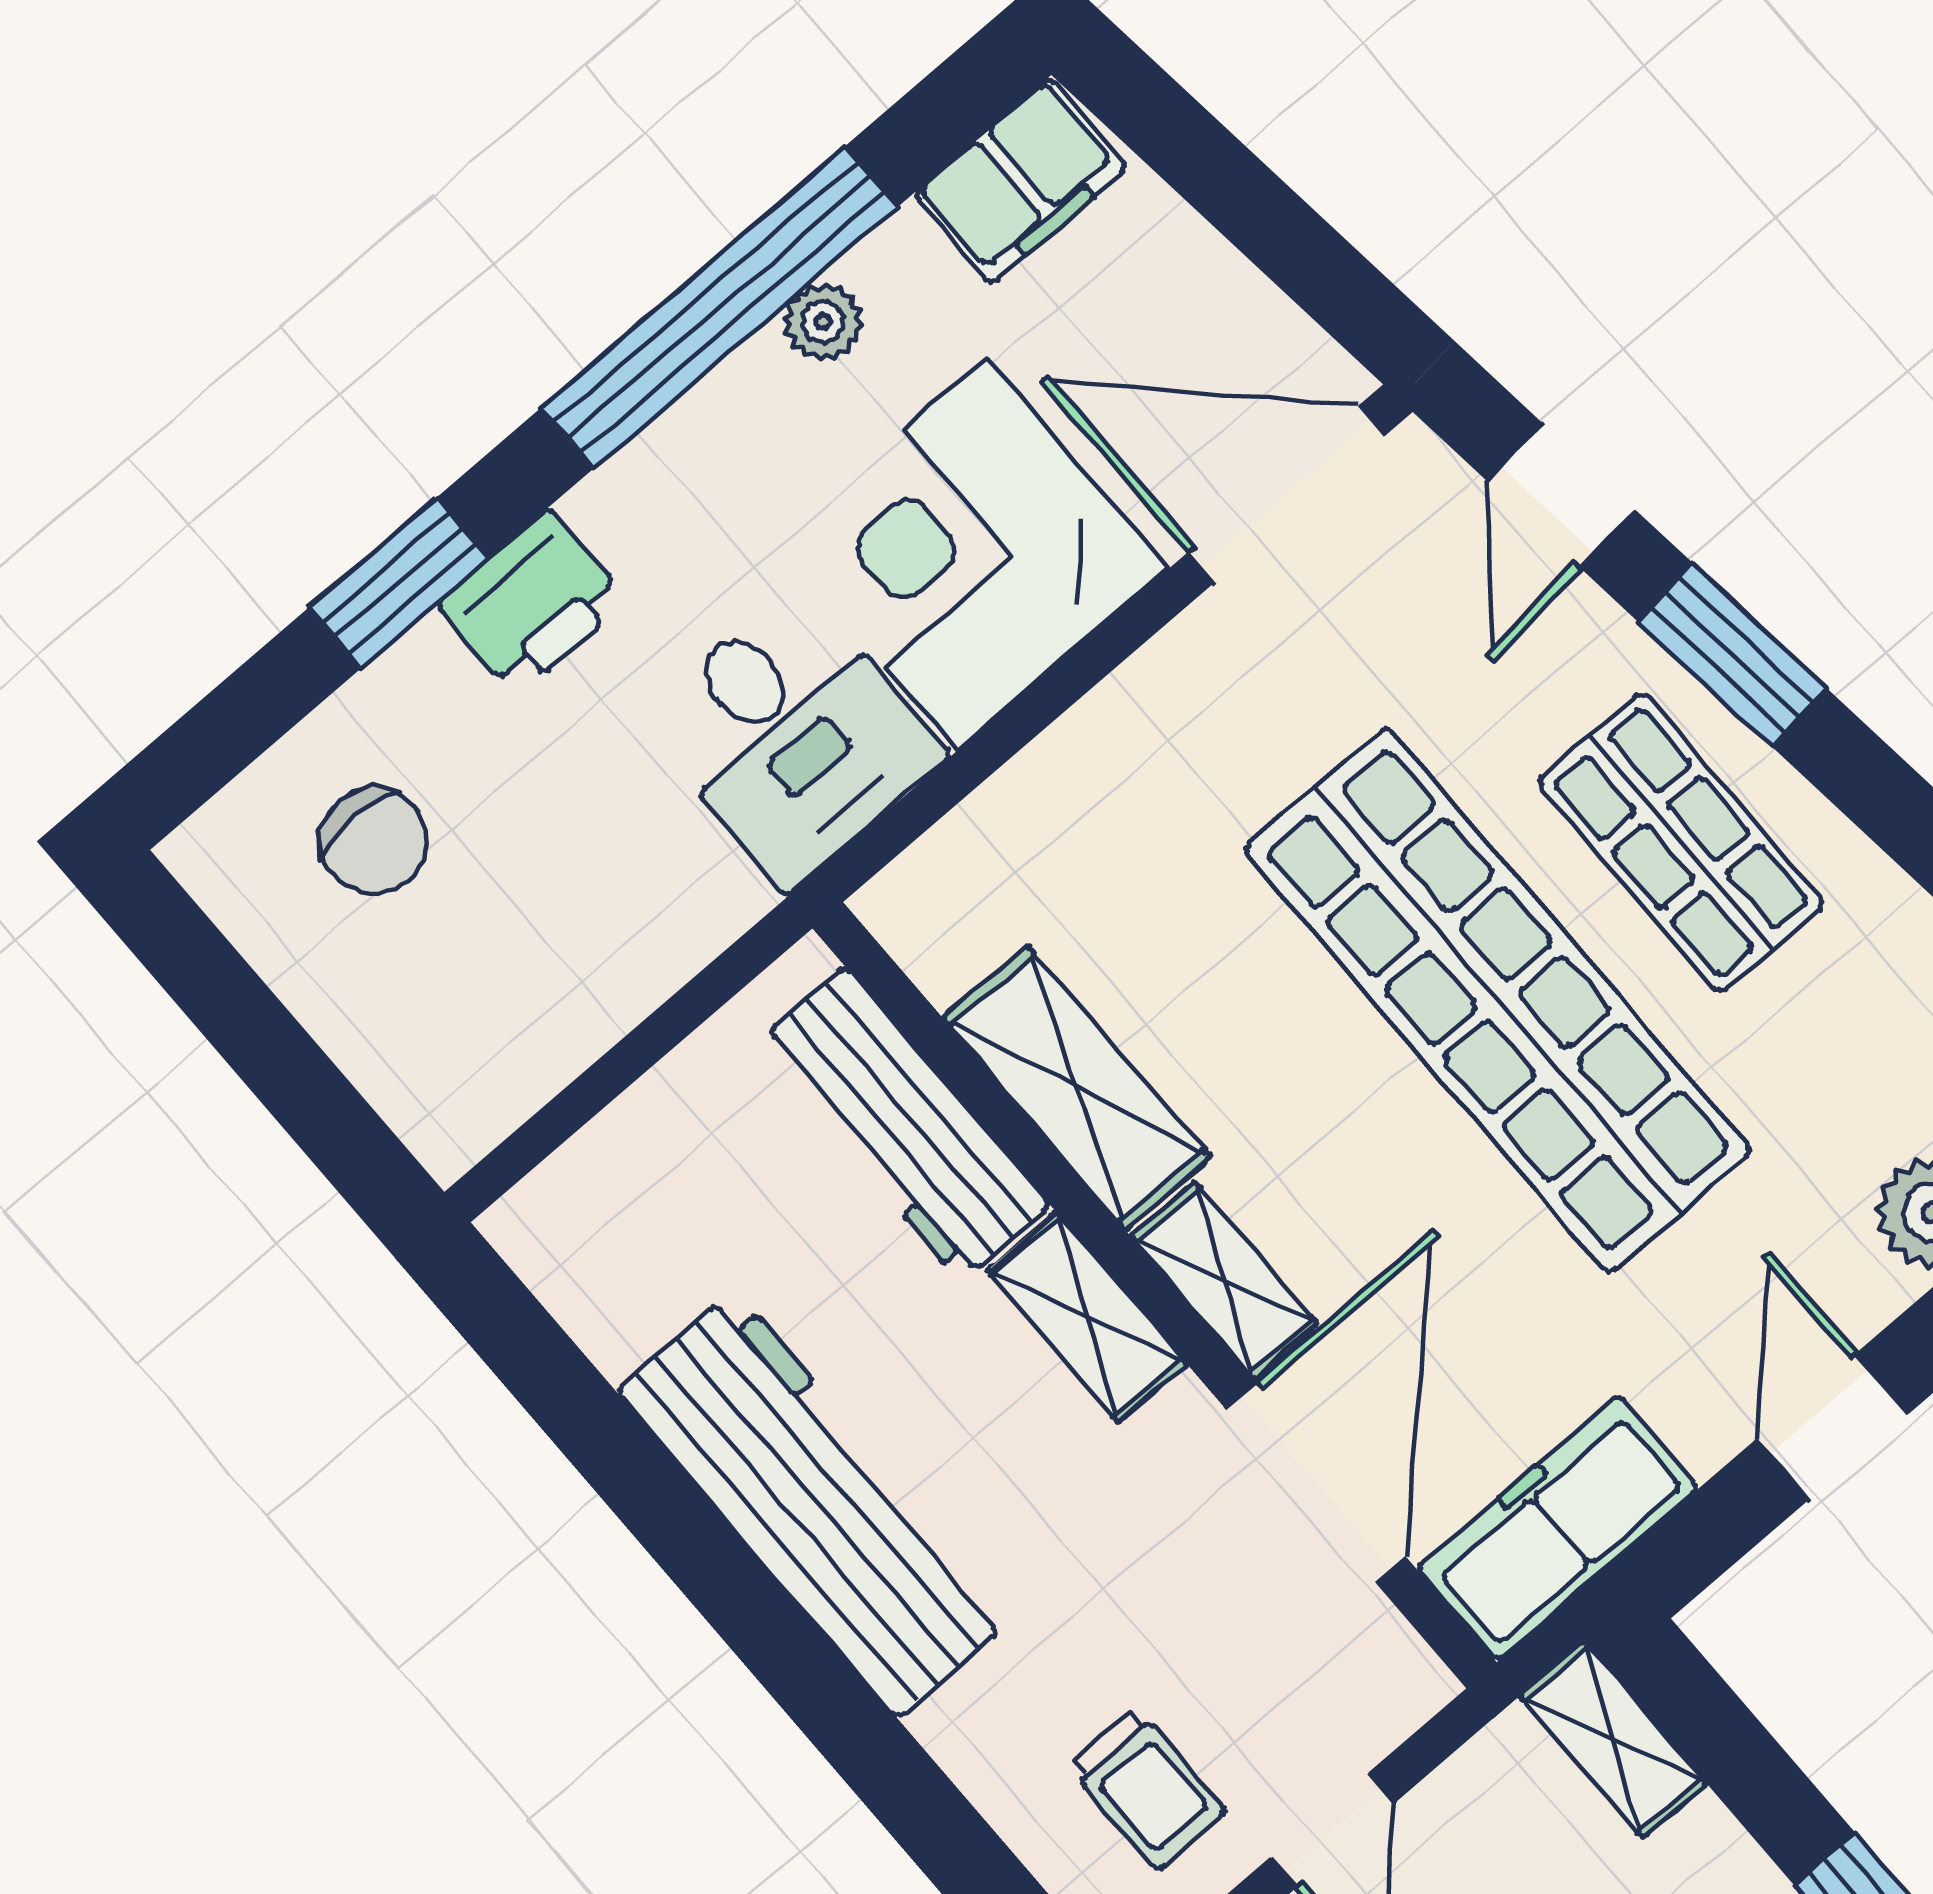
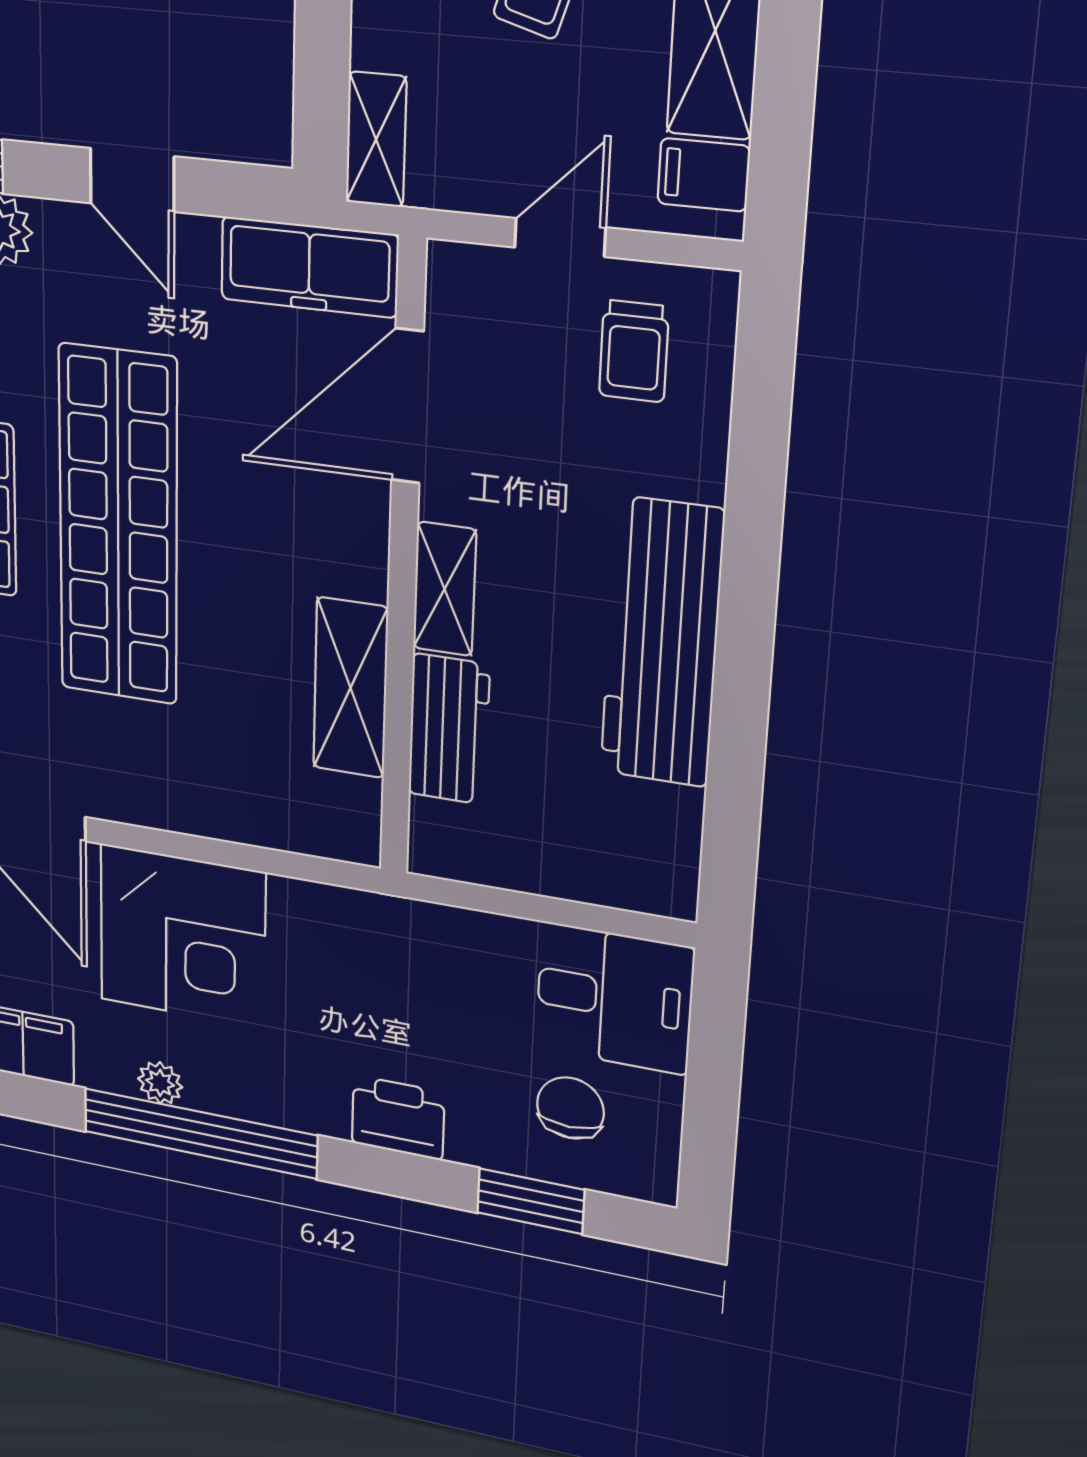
window: (399, 583) -> (531, 1201), moved
desk: (793, 737) -> (614, 998), moved, turned 90
workbench: (903, 1124) -> (449, 729), width x0.73
shelving: (1224, 1280) -> (363, 539), removed
door: (1832, 1426) -> (132, 180), hinge flipped
trolley: (1147, 1789) -> (634, 351), turned 180

